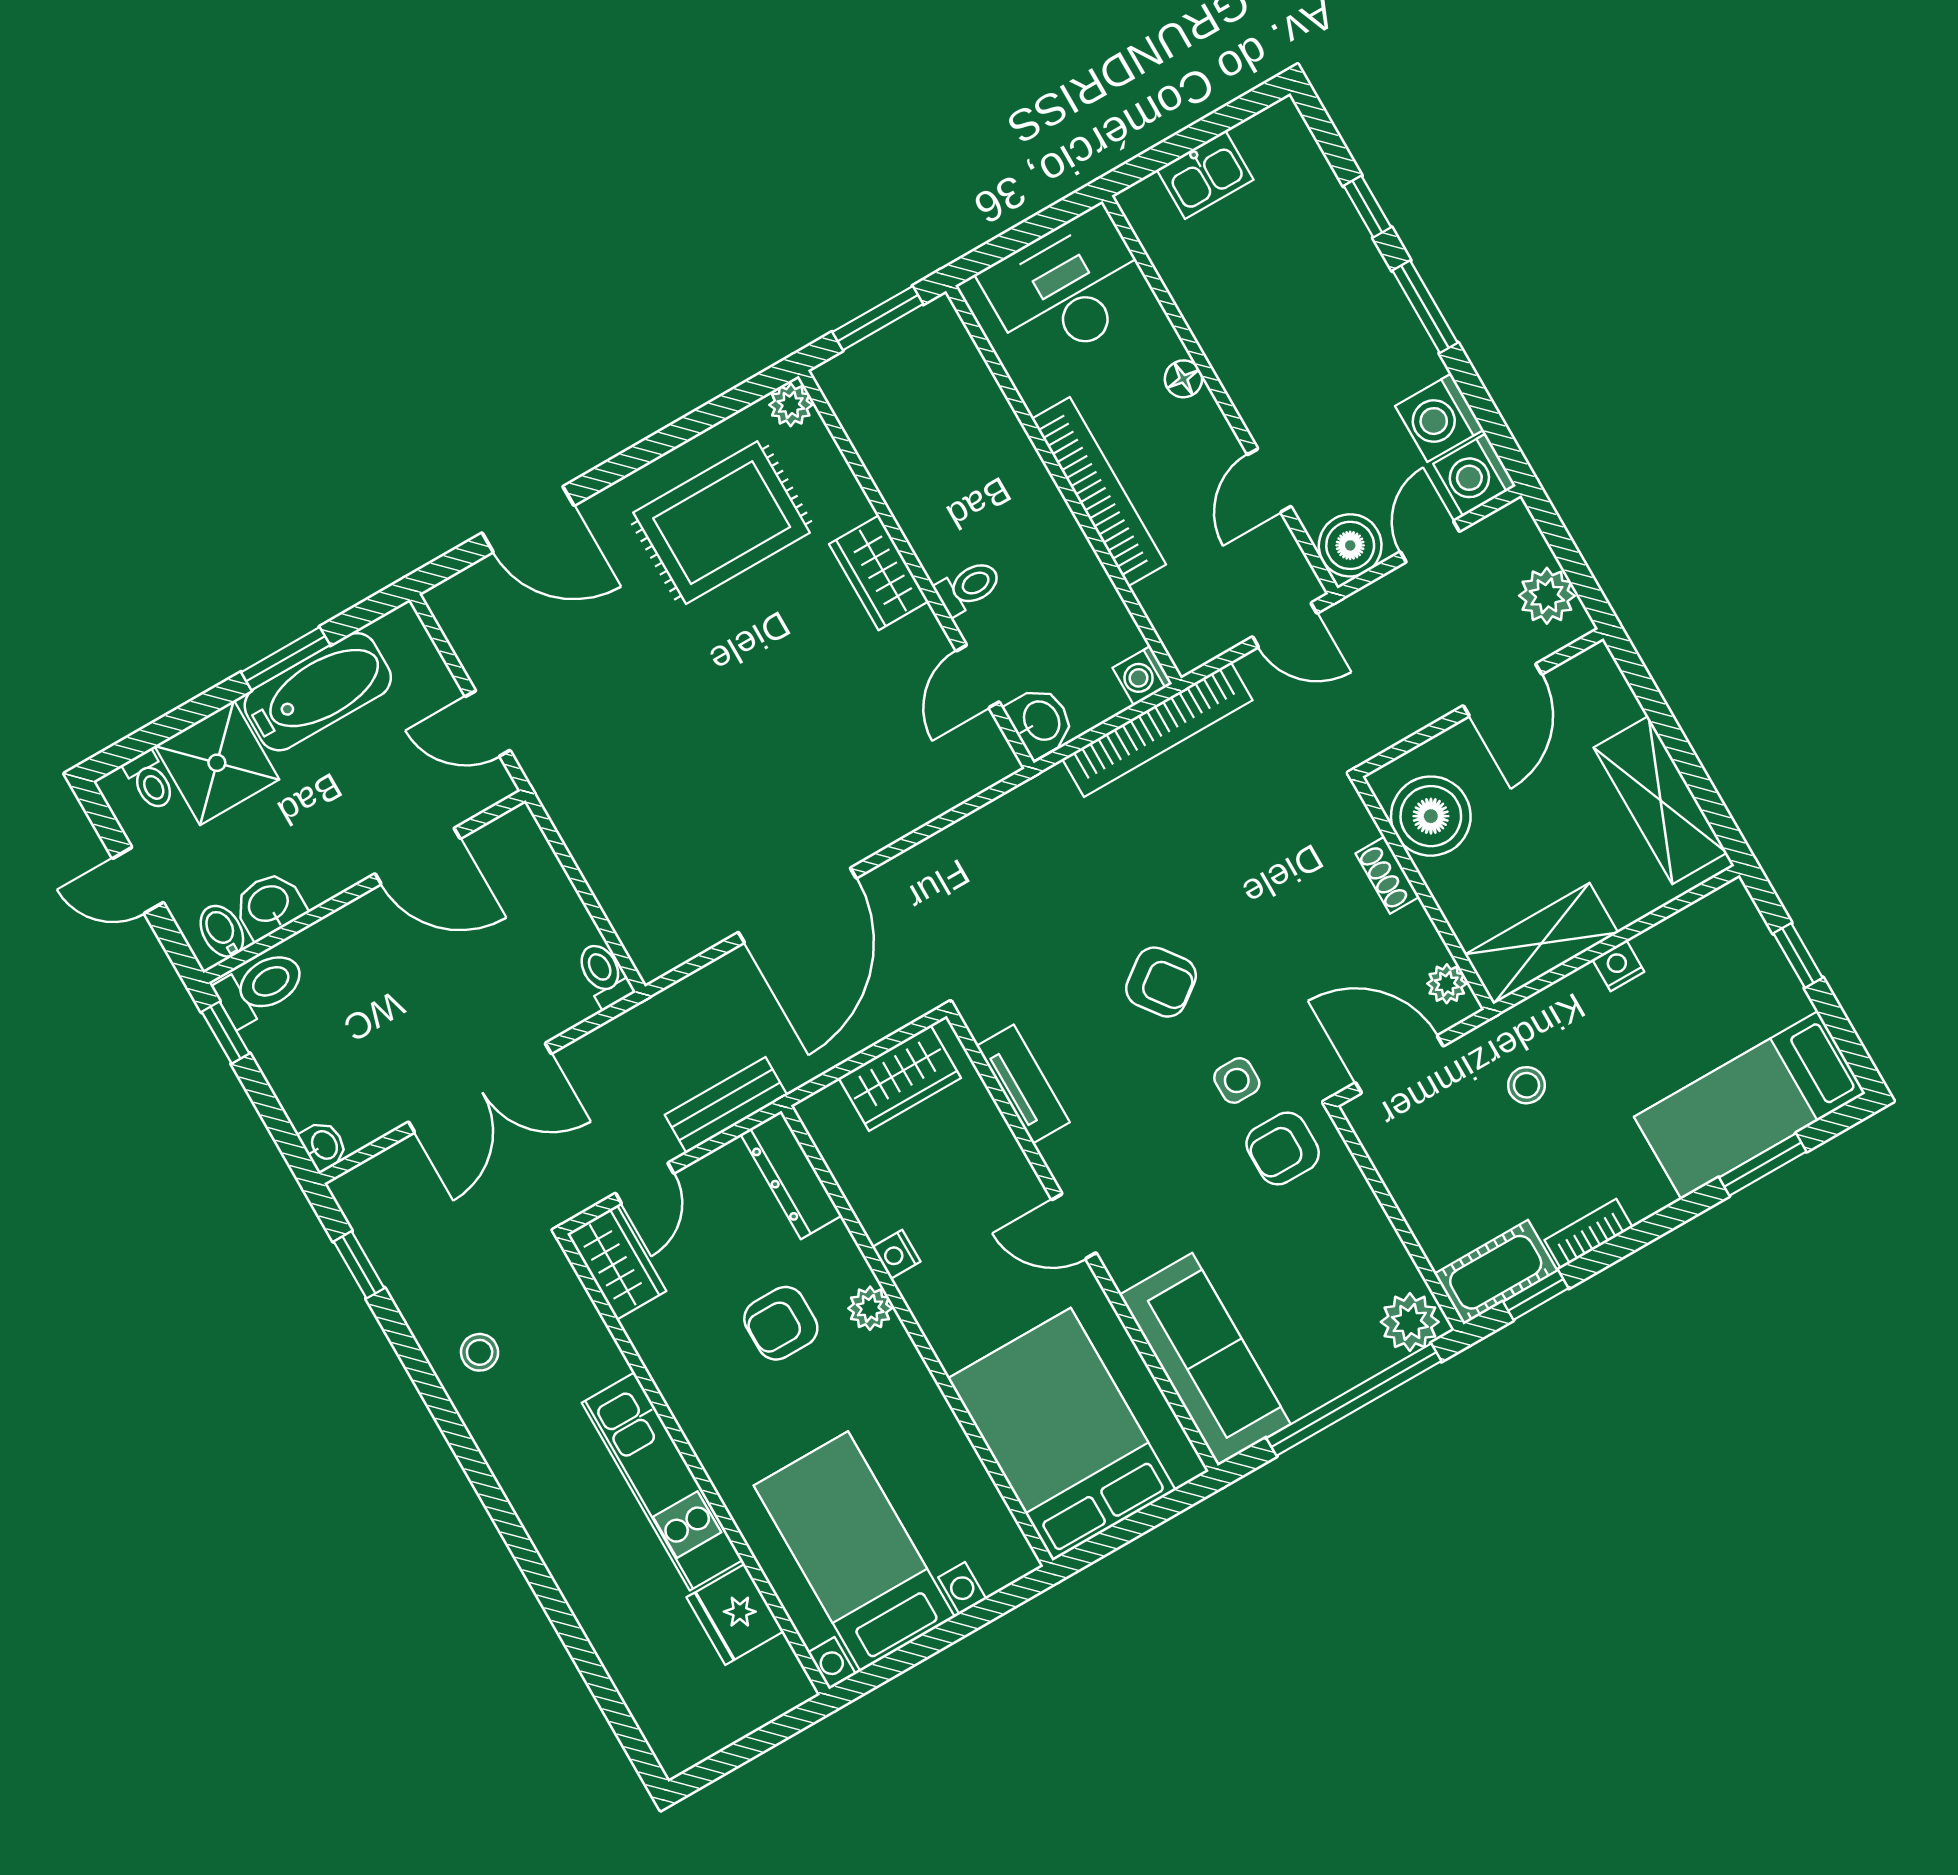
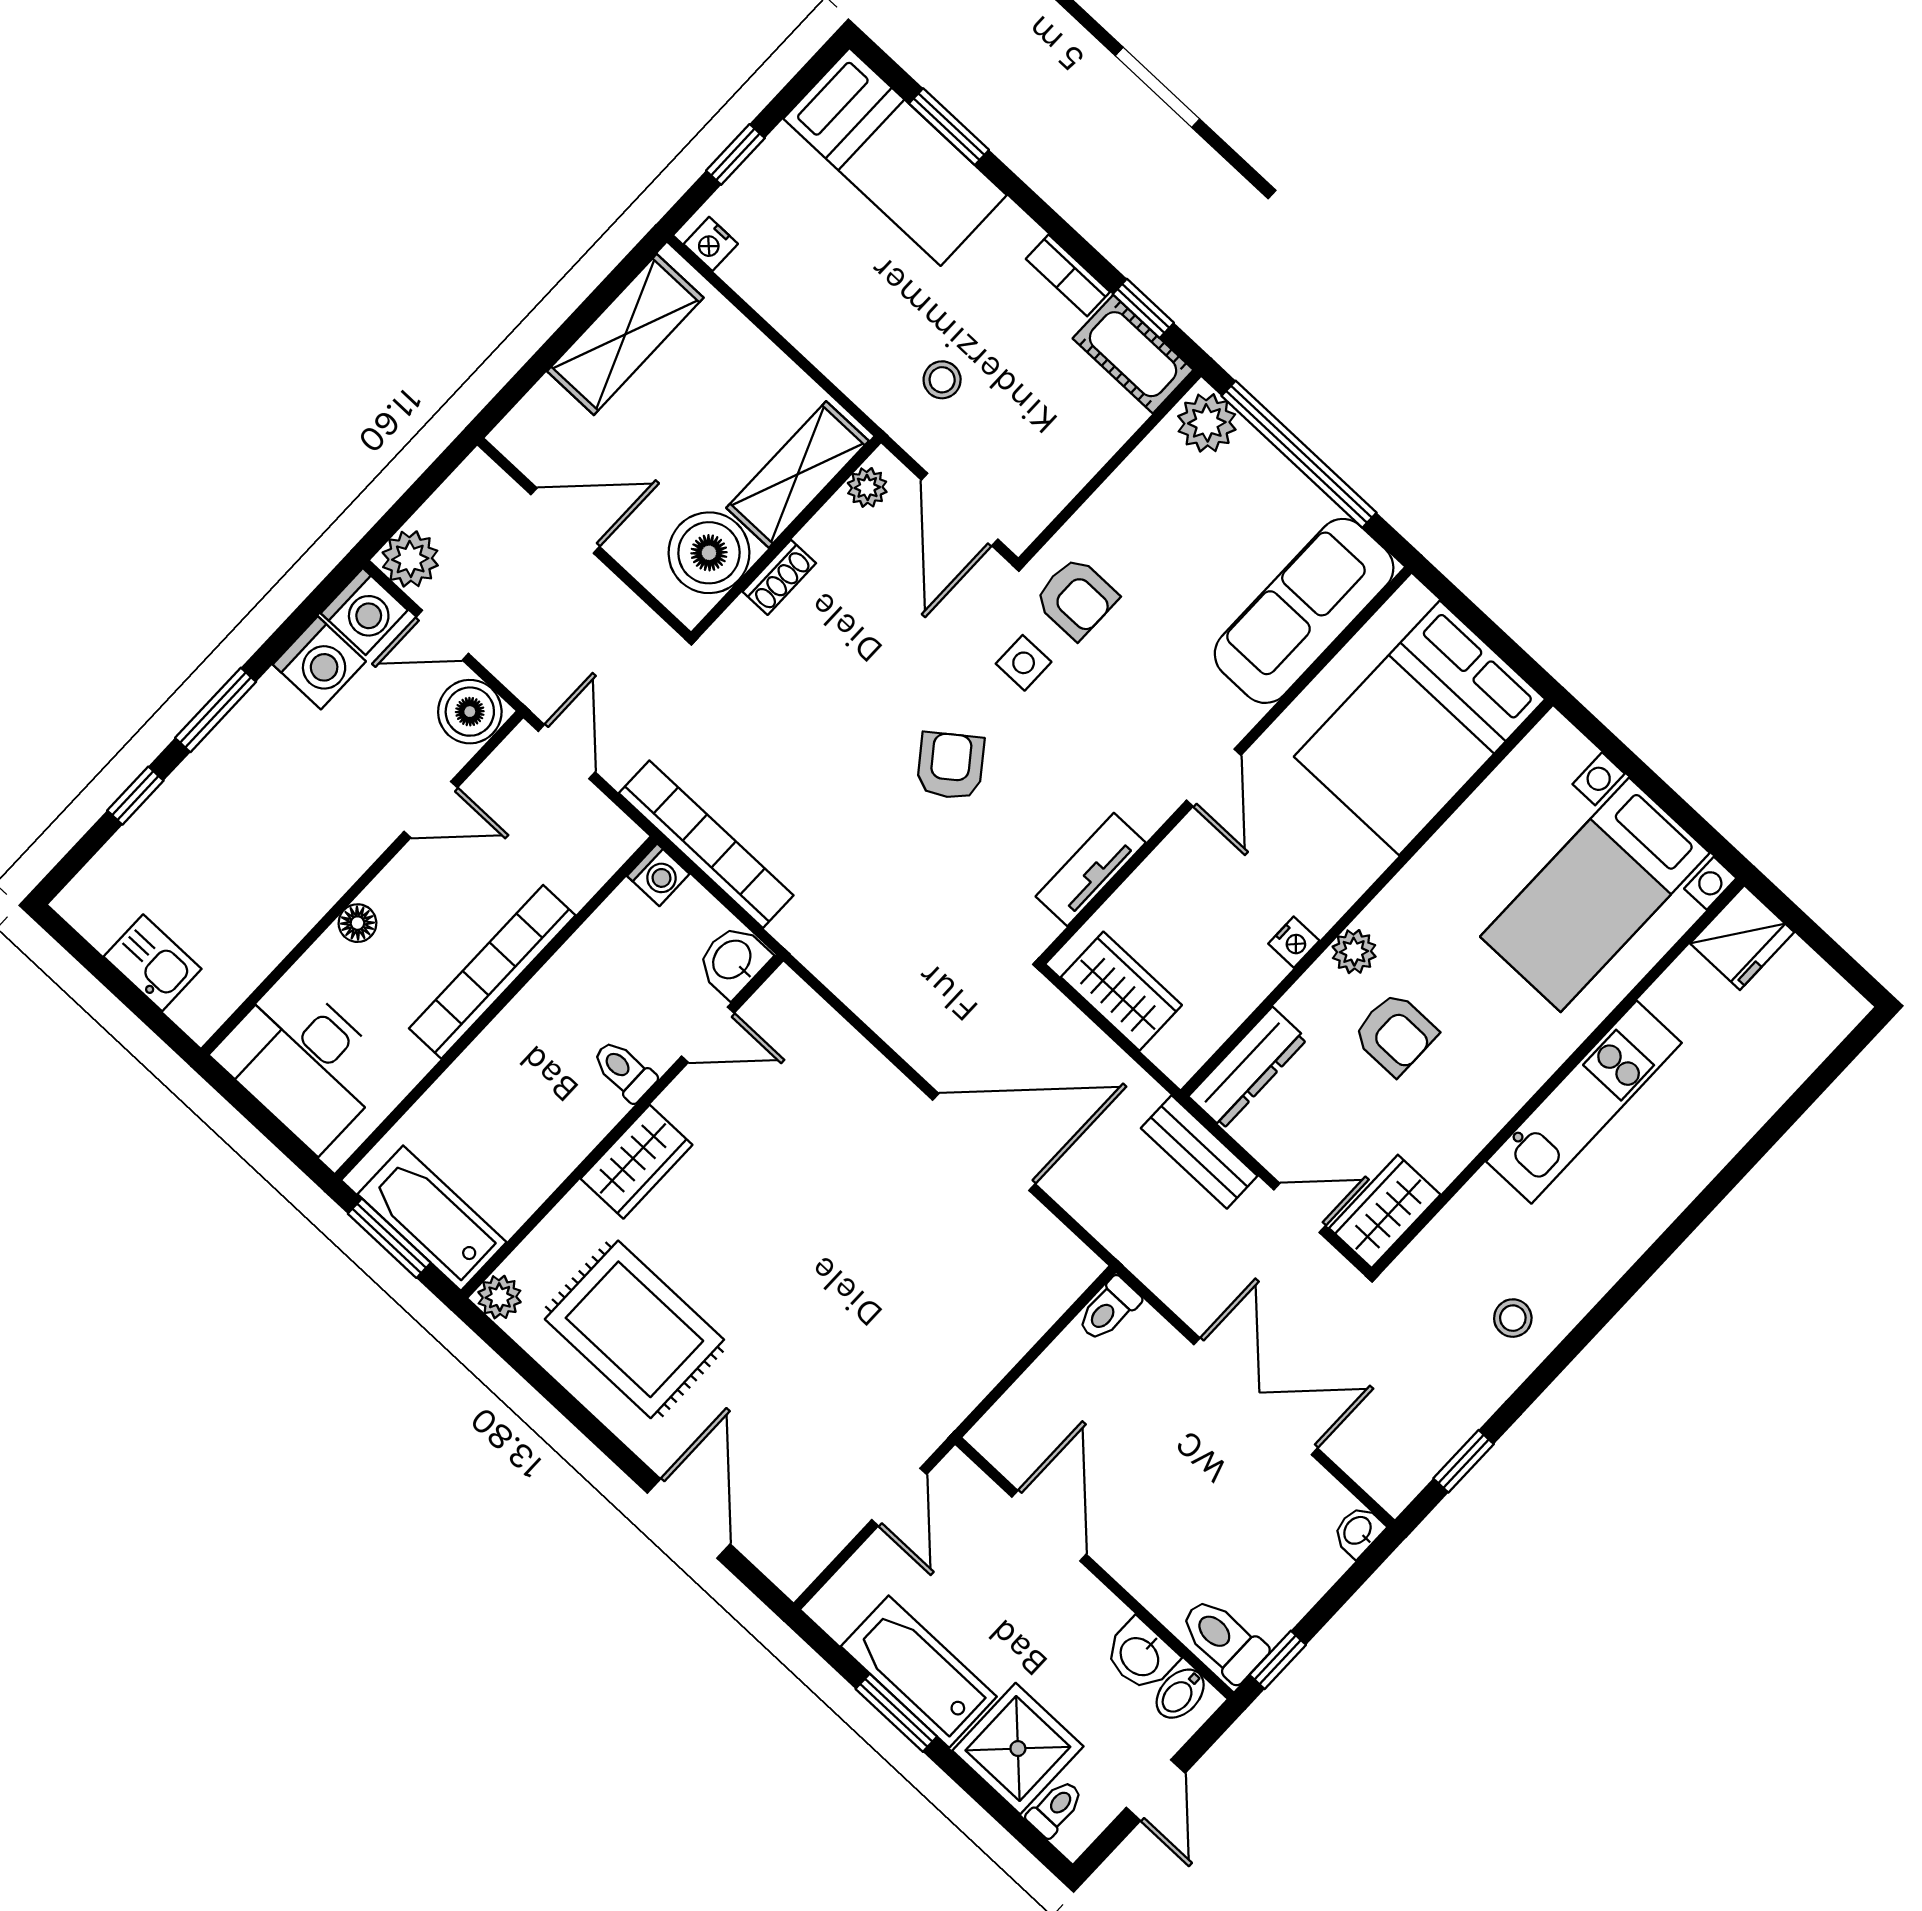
bathtub: (884, 364) -> (432, 1218), added
plant: (1547, 596) -> (410, 559), moved
shelving: (1541, 944) -> (798, 474), moved, turned 90
nightstand: (1618, 966) -> (711, 244), moved
fridge: (735, 1614) -> (1742, 938), moved

